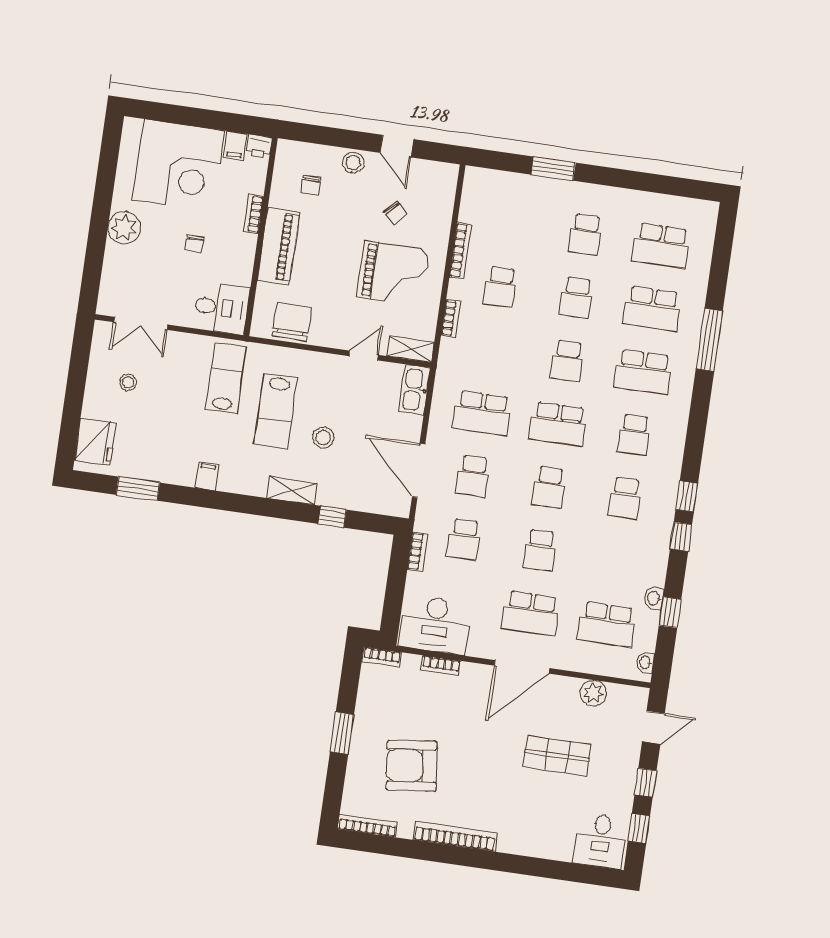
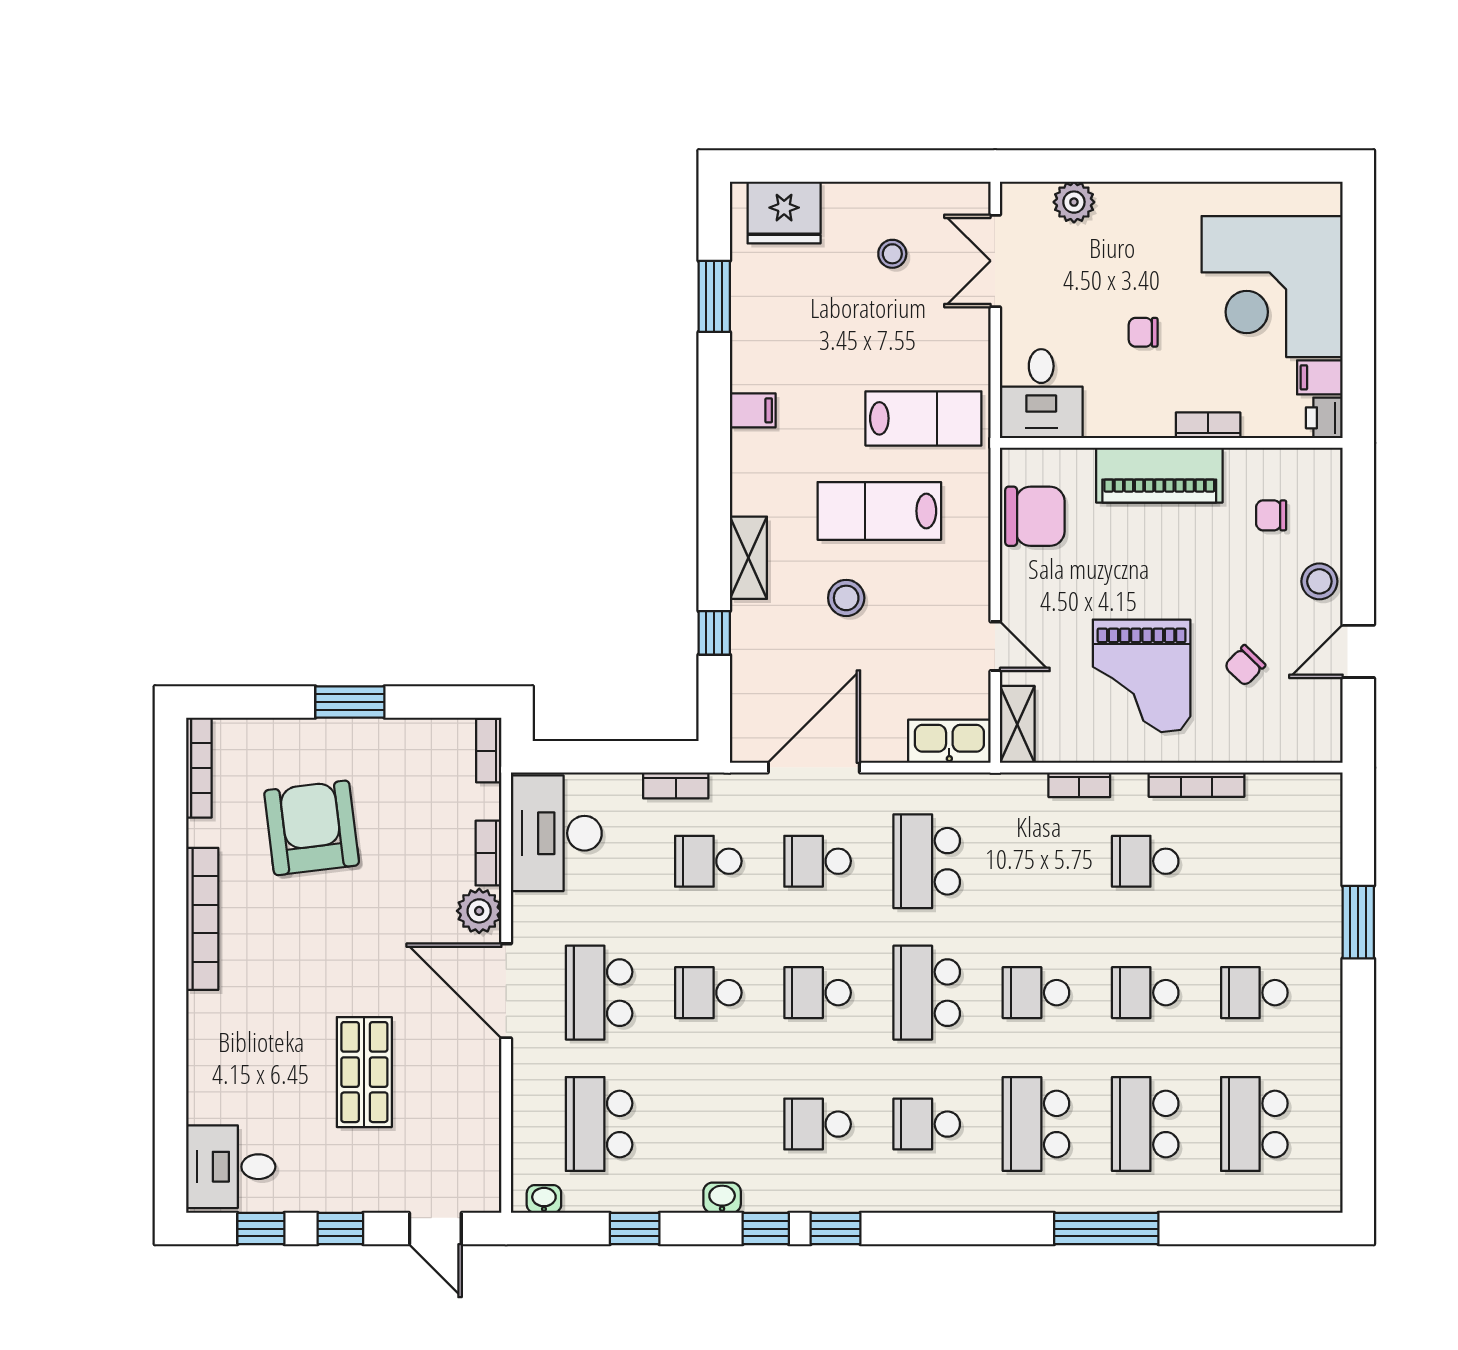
plant: (124, 228) -> (1074, 202), moved, width x0.73, depth x0.73
washbasin: (654, 598) -> (722, 1198), moved
plant: (593, 693) -> (479, 911), moved

